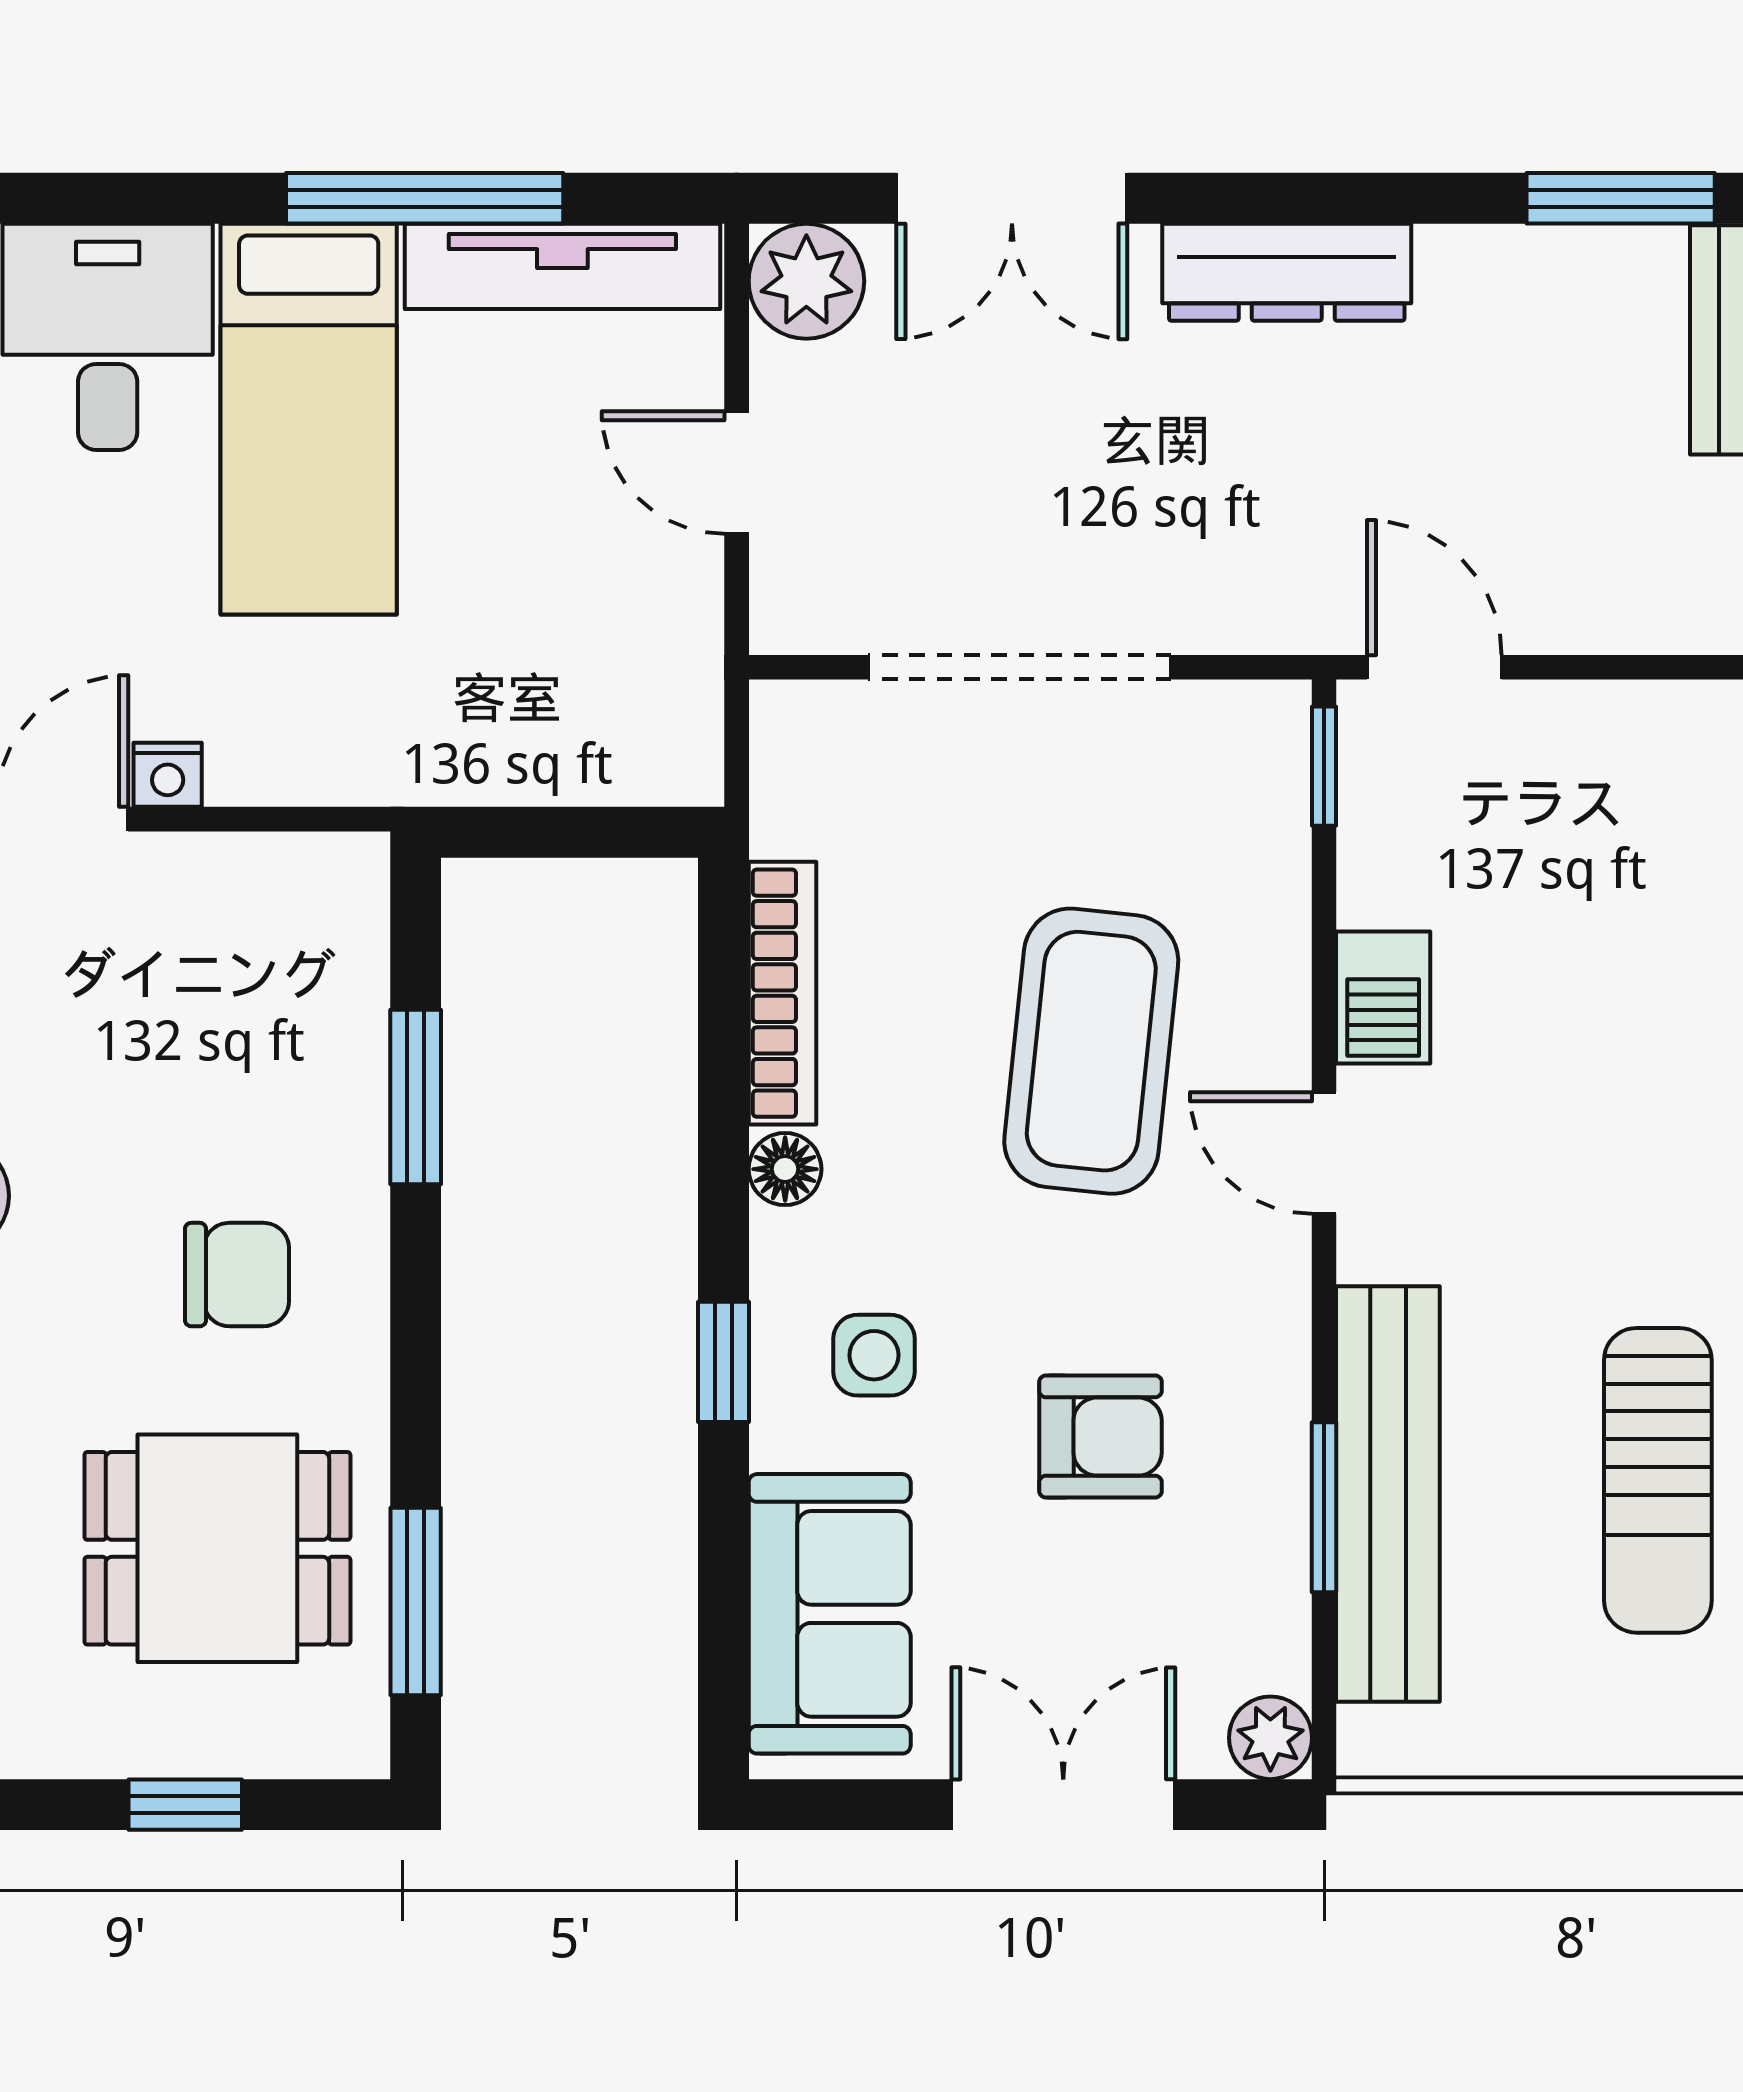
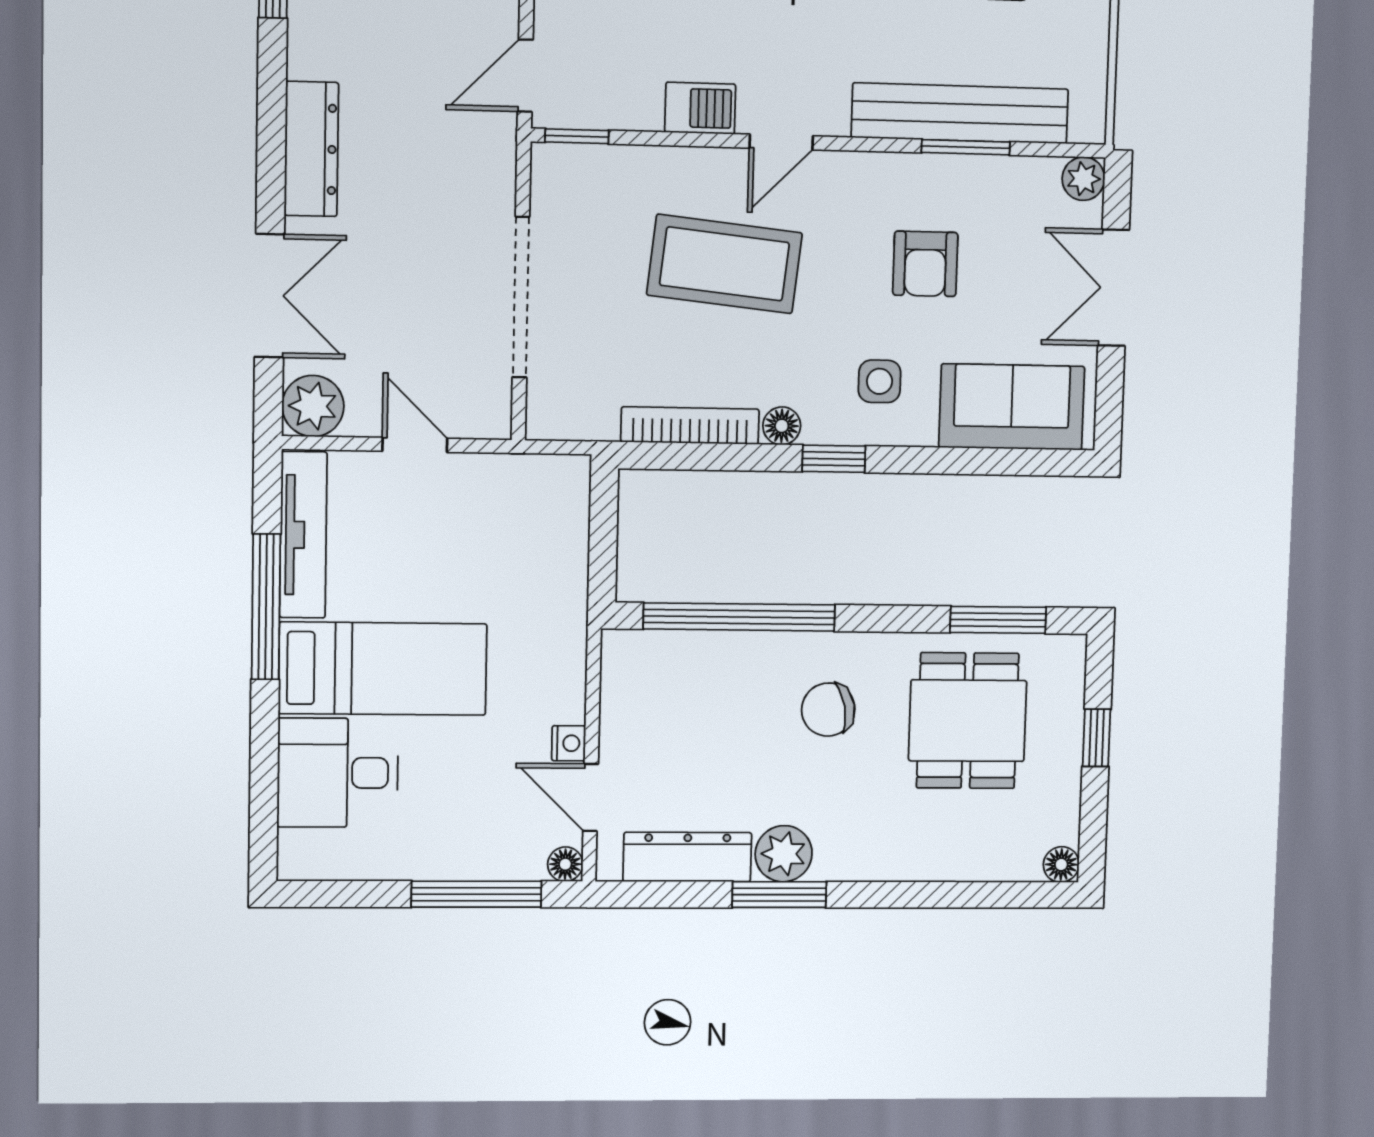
door: (737, 473) -> (415, 445), swing flipped
window: (416, 1097) -> (739, 617), width x2.11
chair: (237, 1275) -> (828, 710), turned -101
window: (723, 1362) -> (834, 459), moved
armchair: (1100, 1437) -> (925, 264), turned 180

